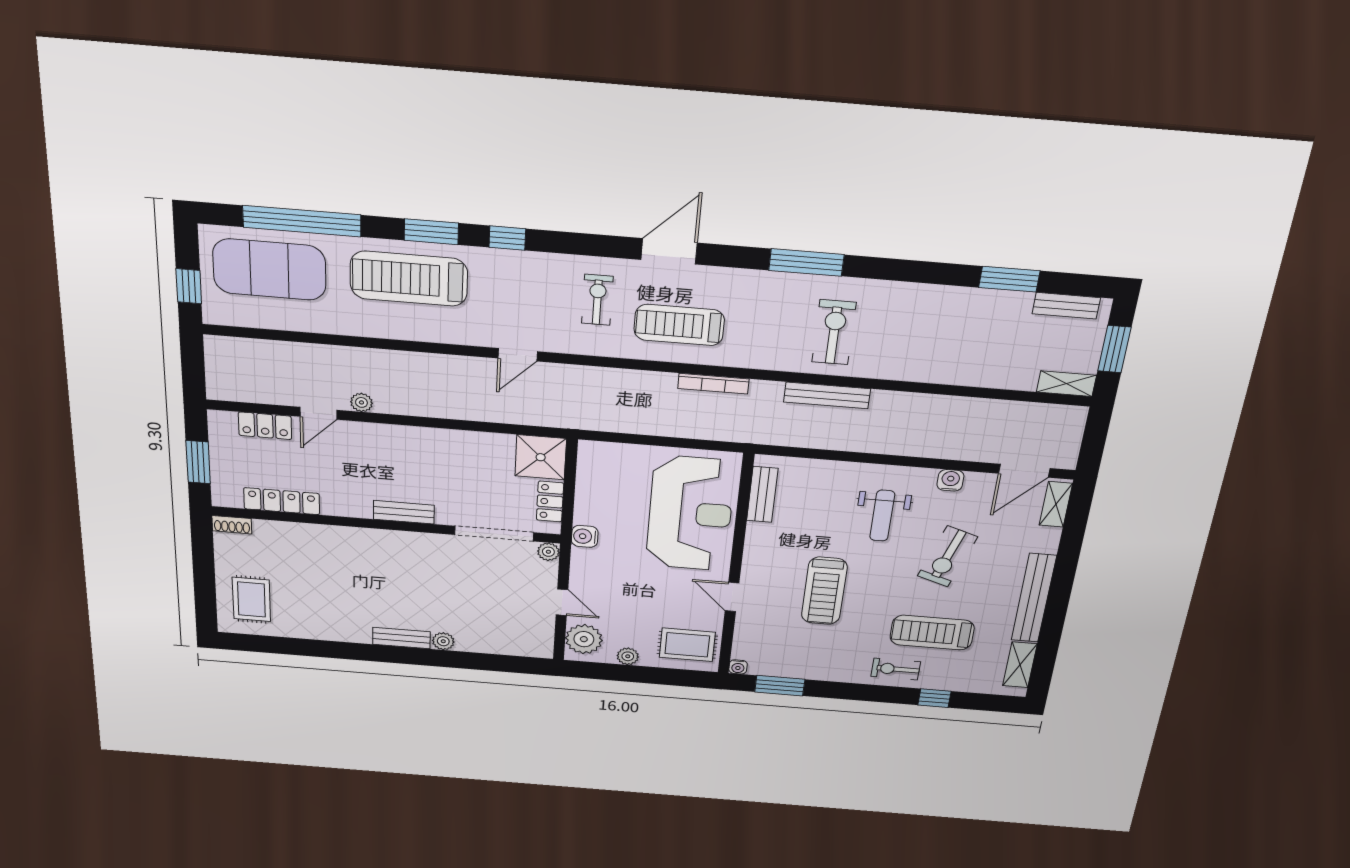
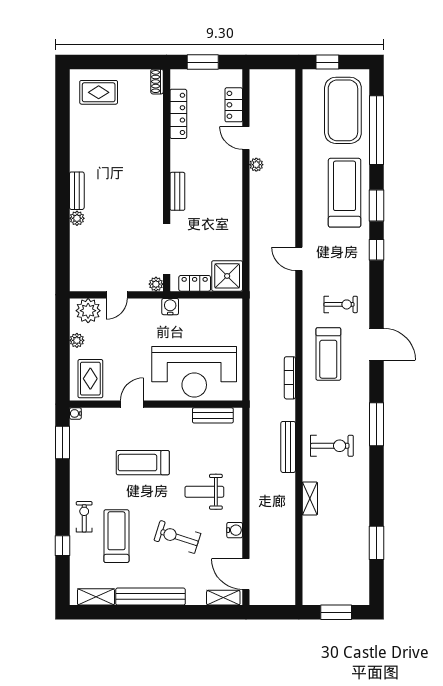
bench: (1066, 306) -> (362, 579), removed
treadmill: (679, 325) -> (328, 354), turned 180
shelving: (1066, 384) -> (310, 498), moved

